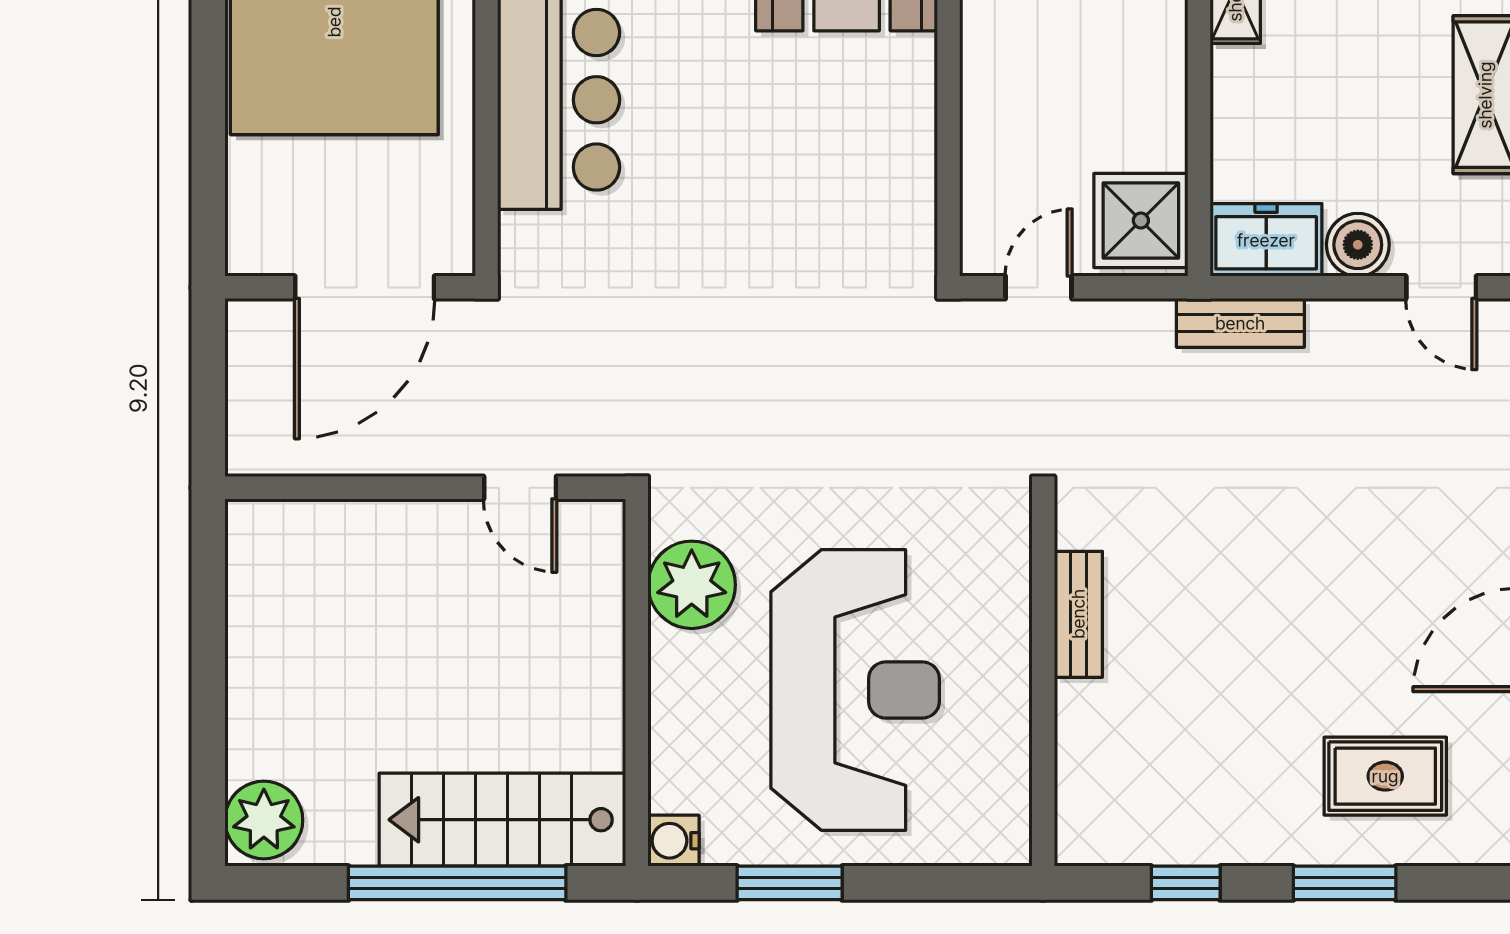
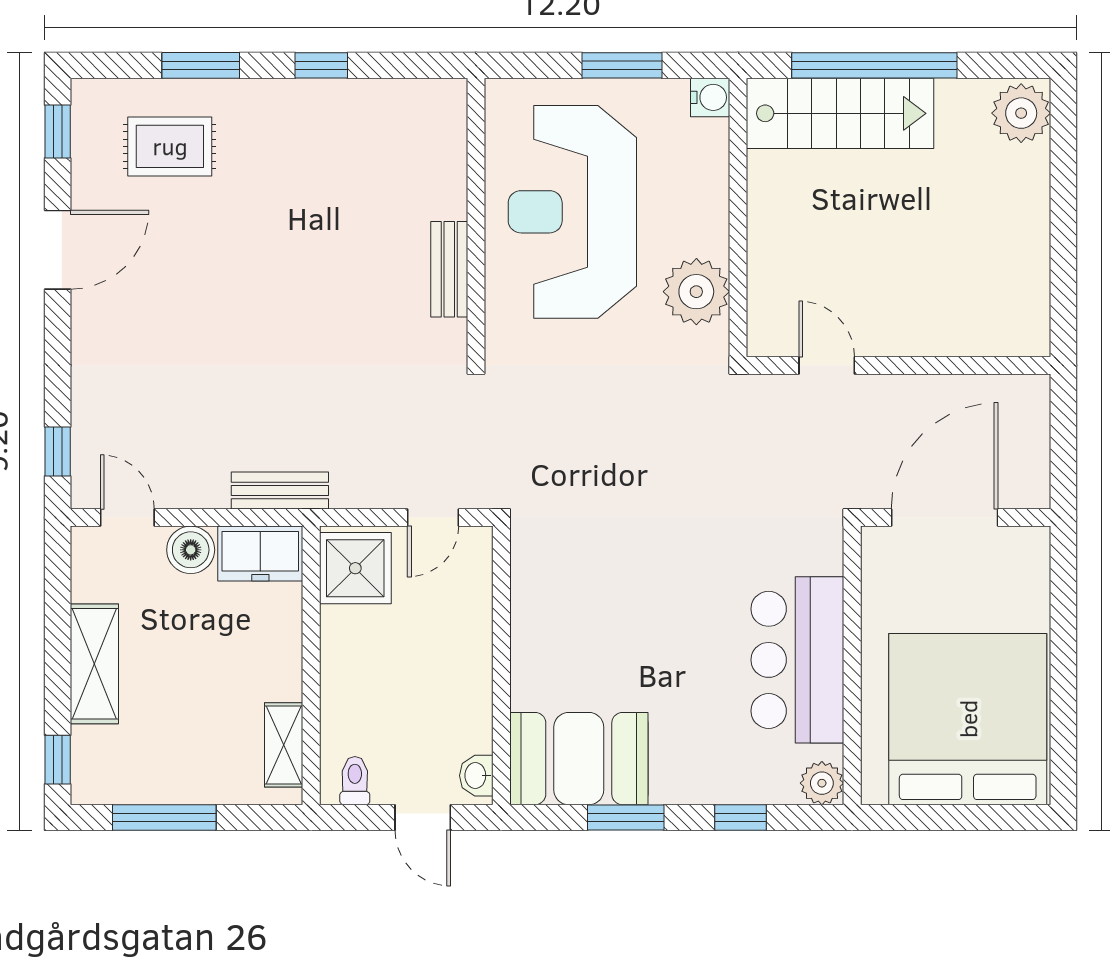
bench: (1078, 614) -> (449, 269), moved
wall: (1043, 683) -> (476, 217), moved

